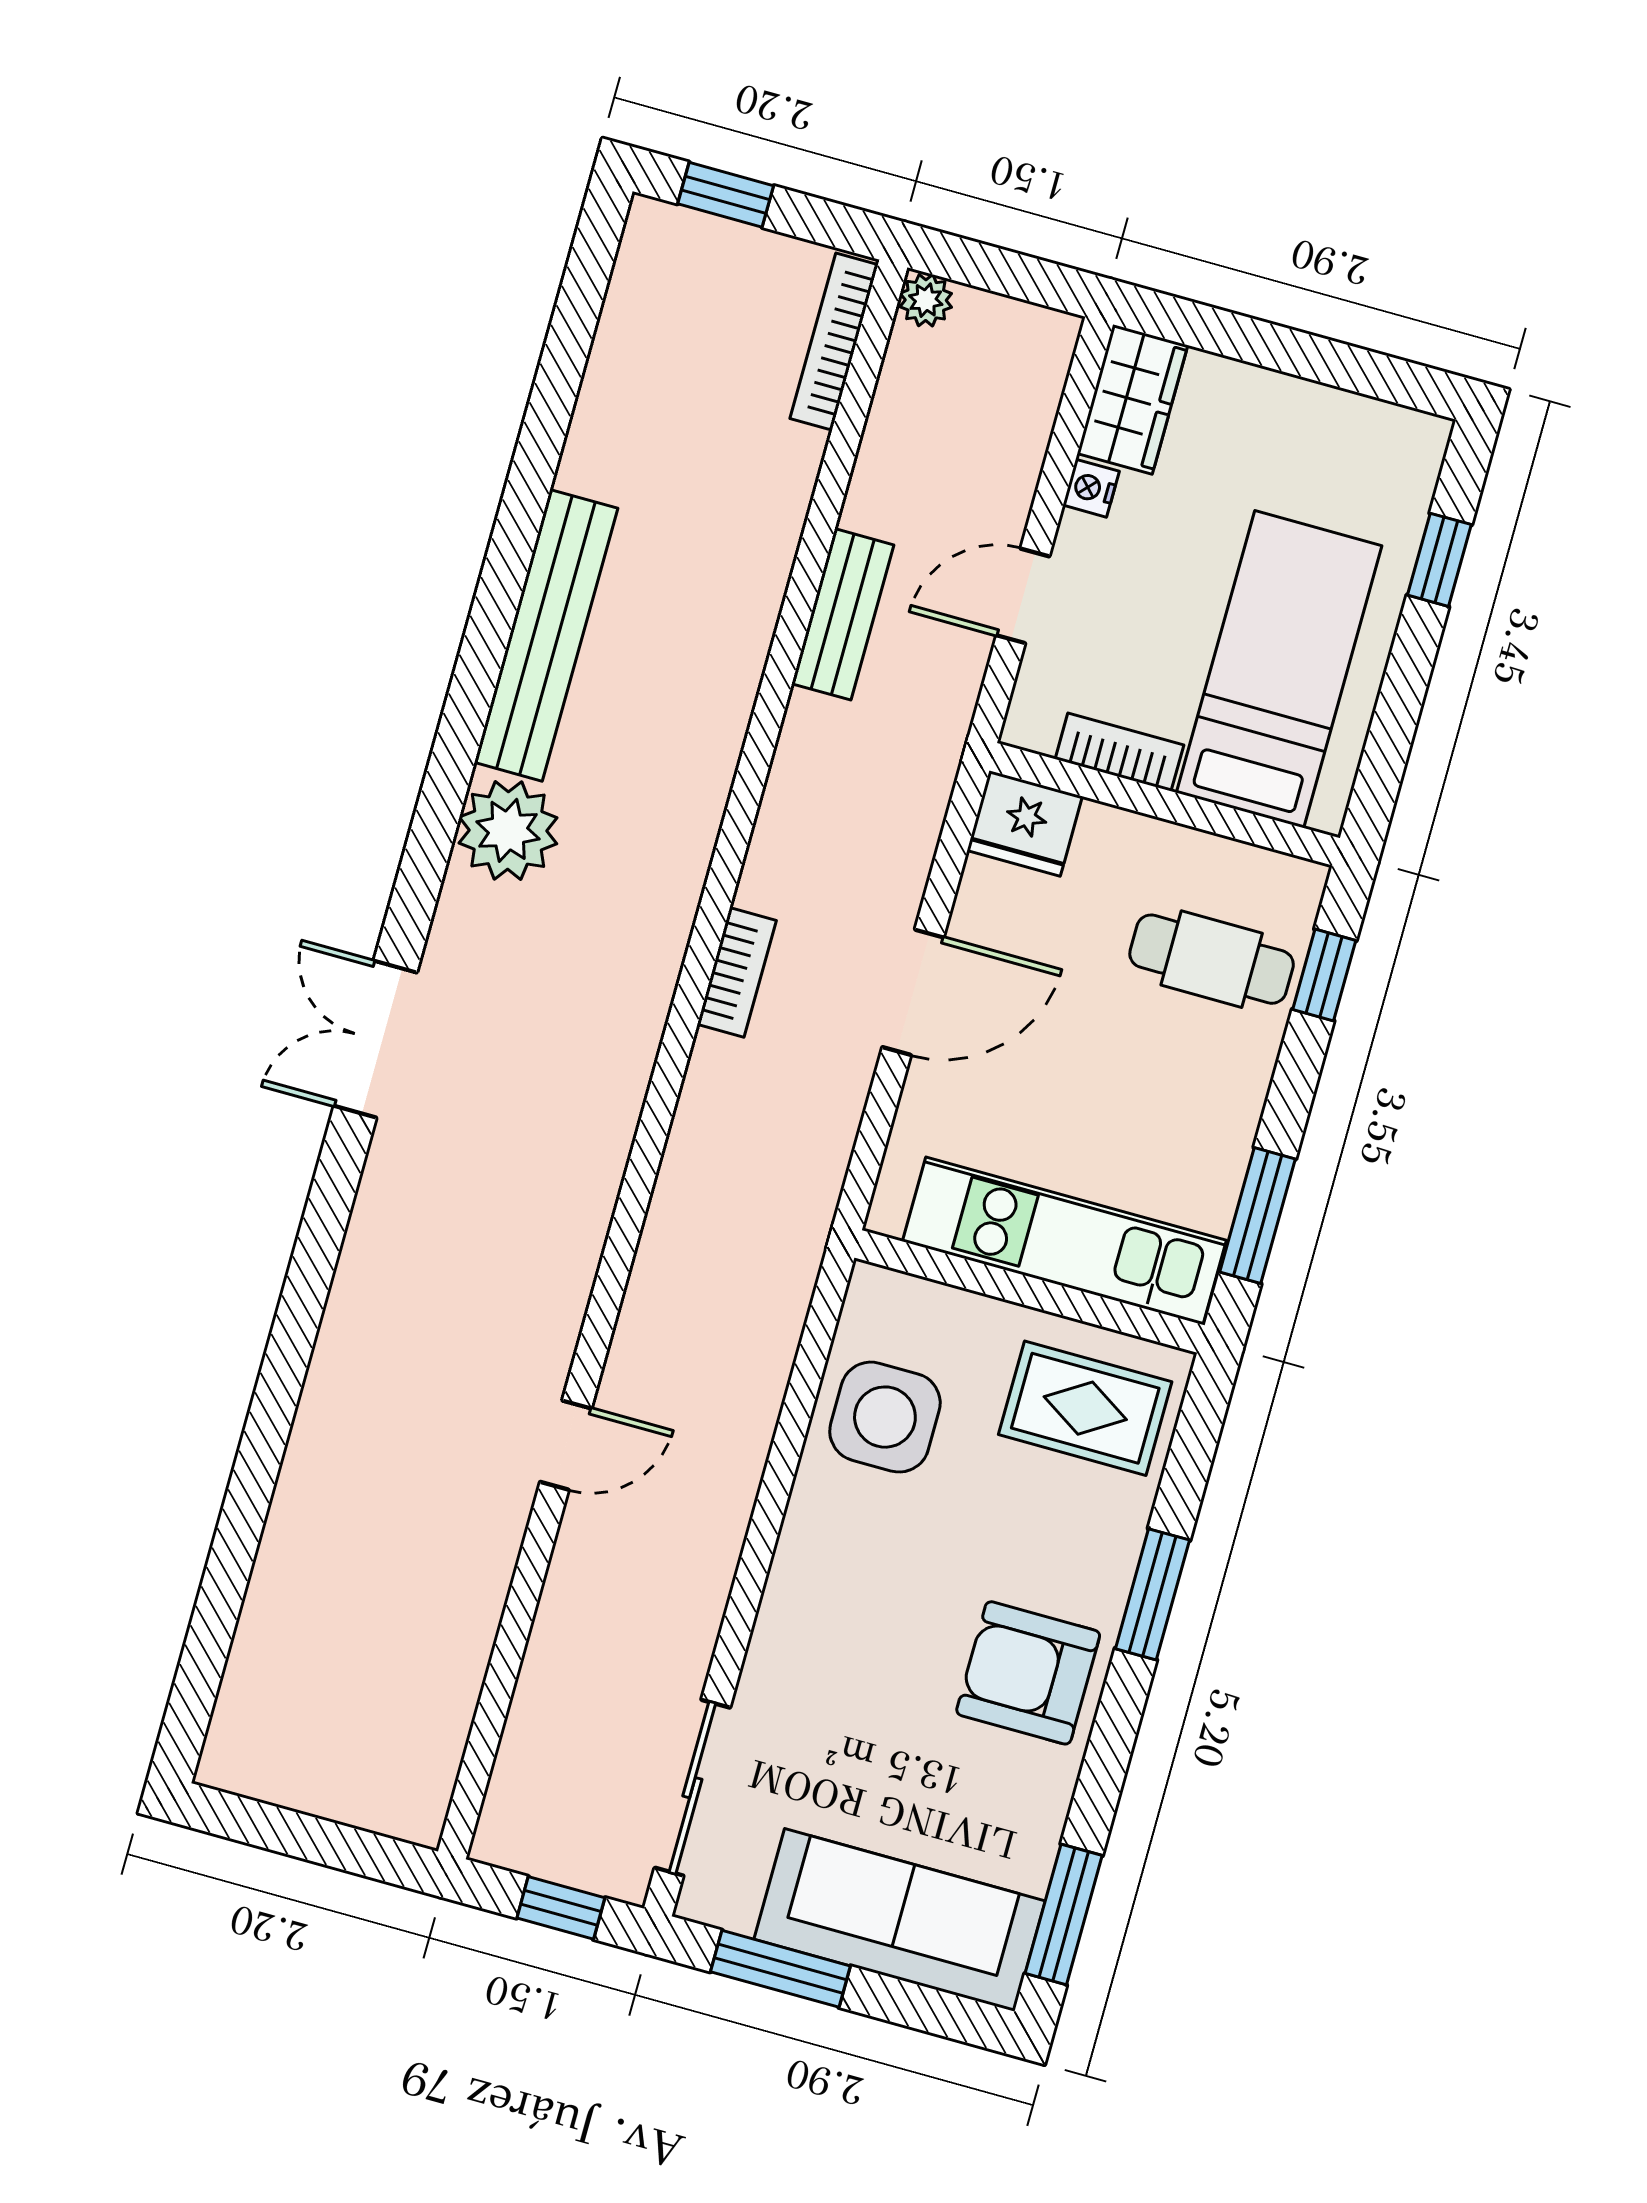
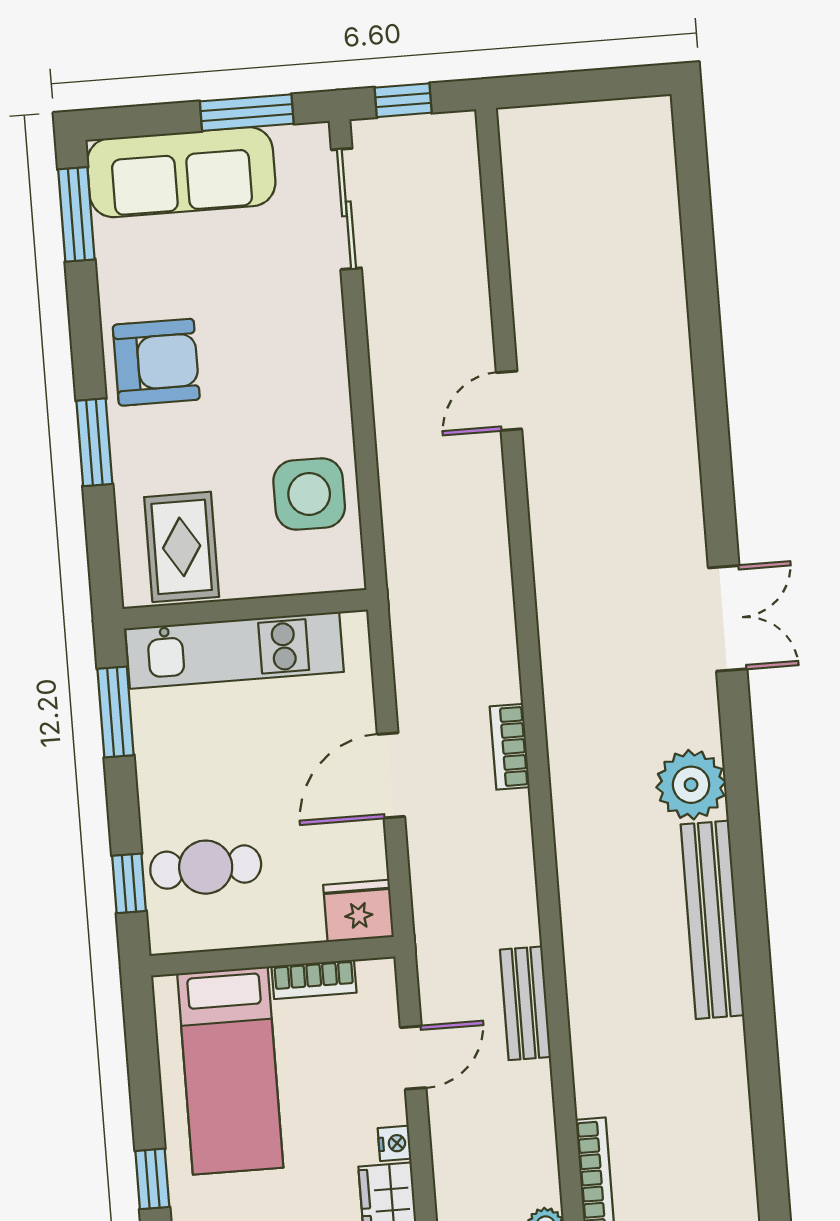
rug: (1085, 1408) -> (182, 547), turned 90

